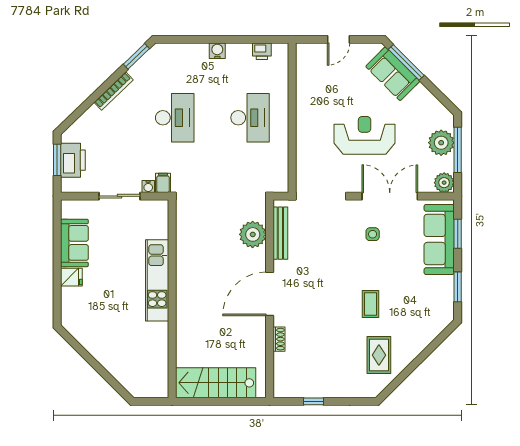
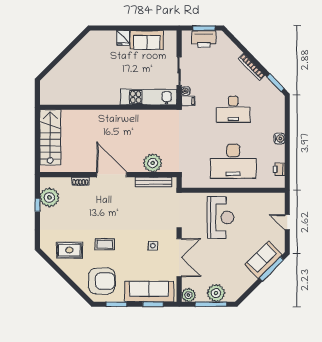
desk: (250, 118) -> (233, 161), width x1.36, depth x1.30
reception desk: (365, 135) -> (221, 217), moved
kitchen unit: (157, 280) -> (149, 97), moved
armchair: (424, 308) -> (102, 281), added
plant: (303, 384) -> (49, 197), added

